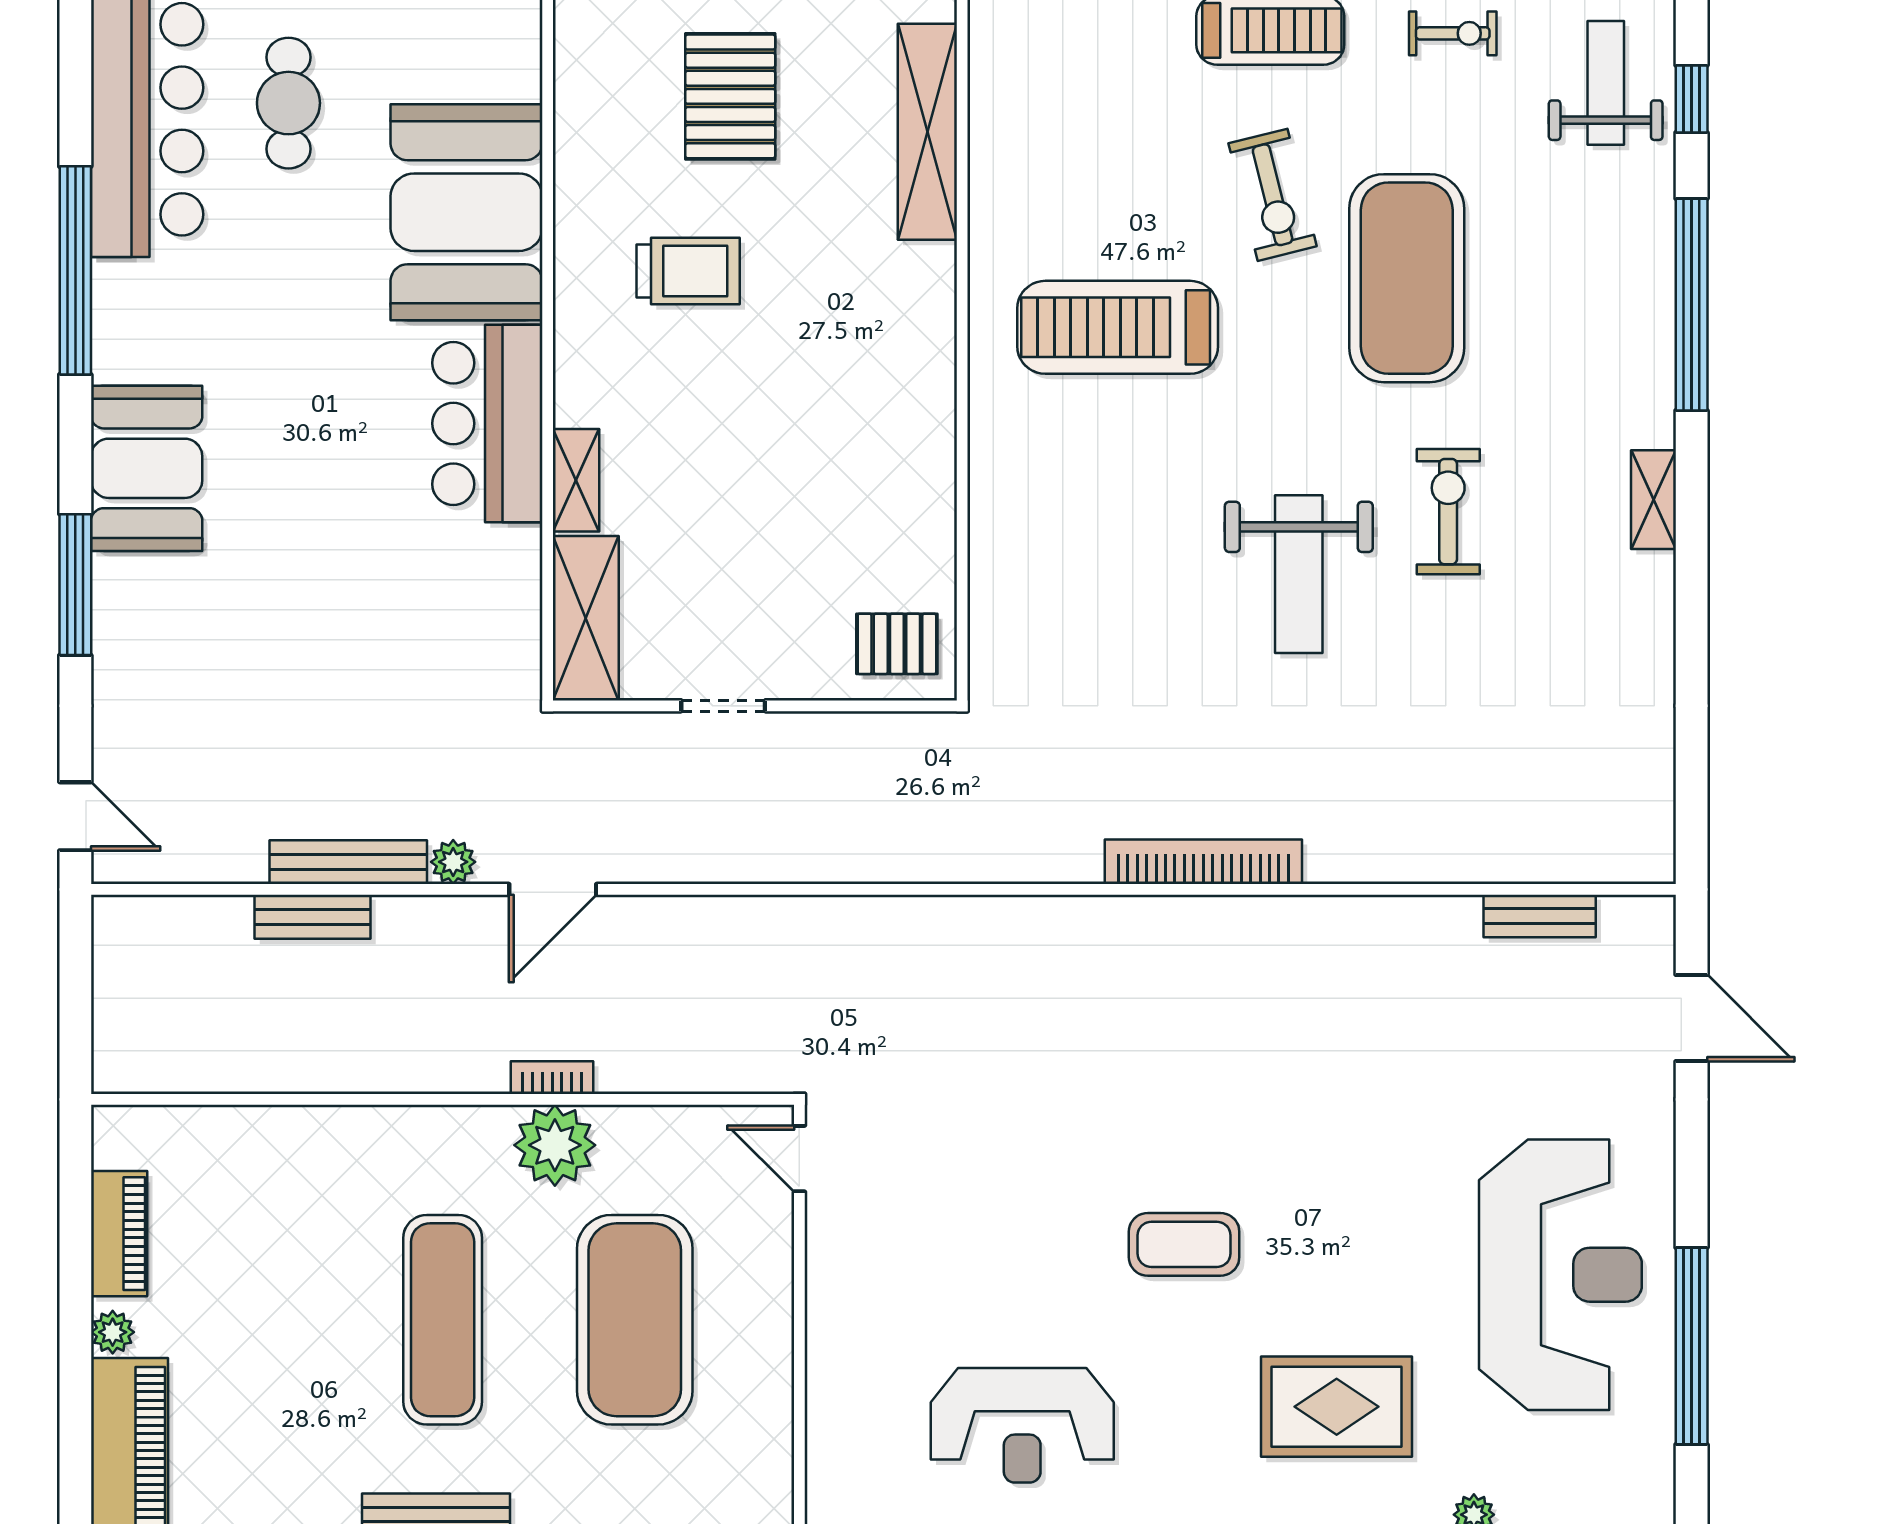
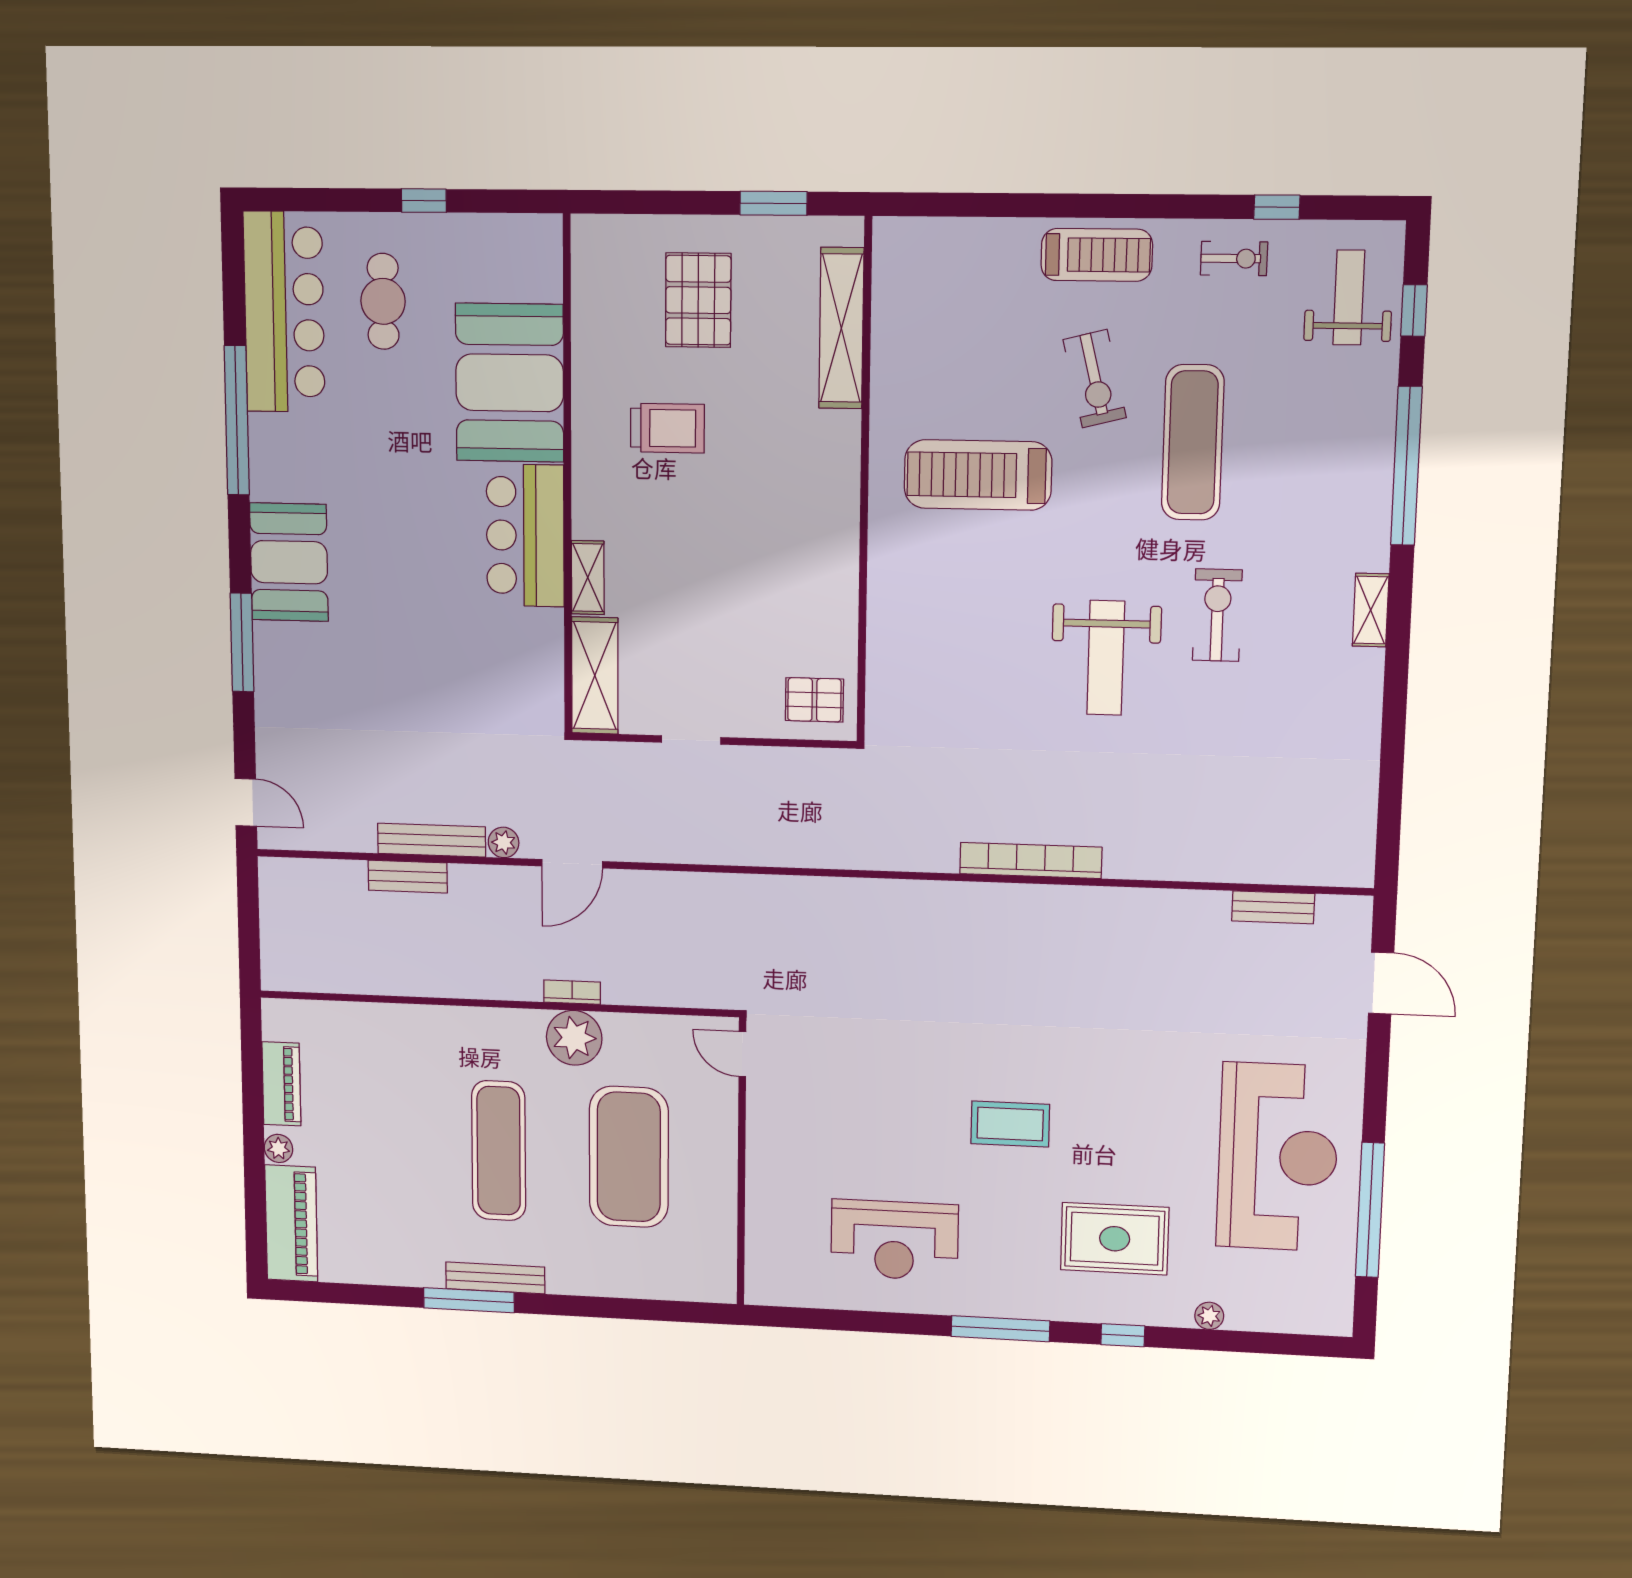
exercise mat: (1407, 278) -> (1193, 442), width x0.68

